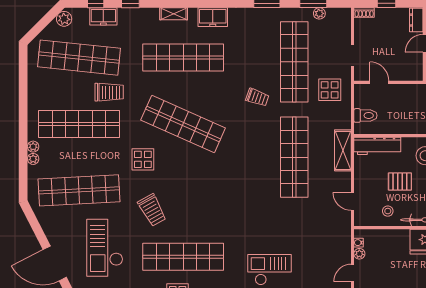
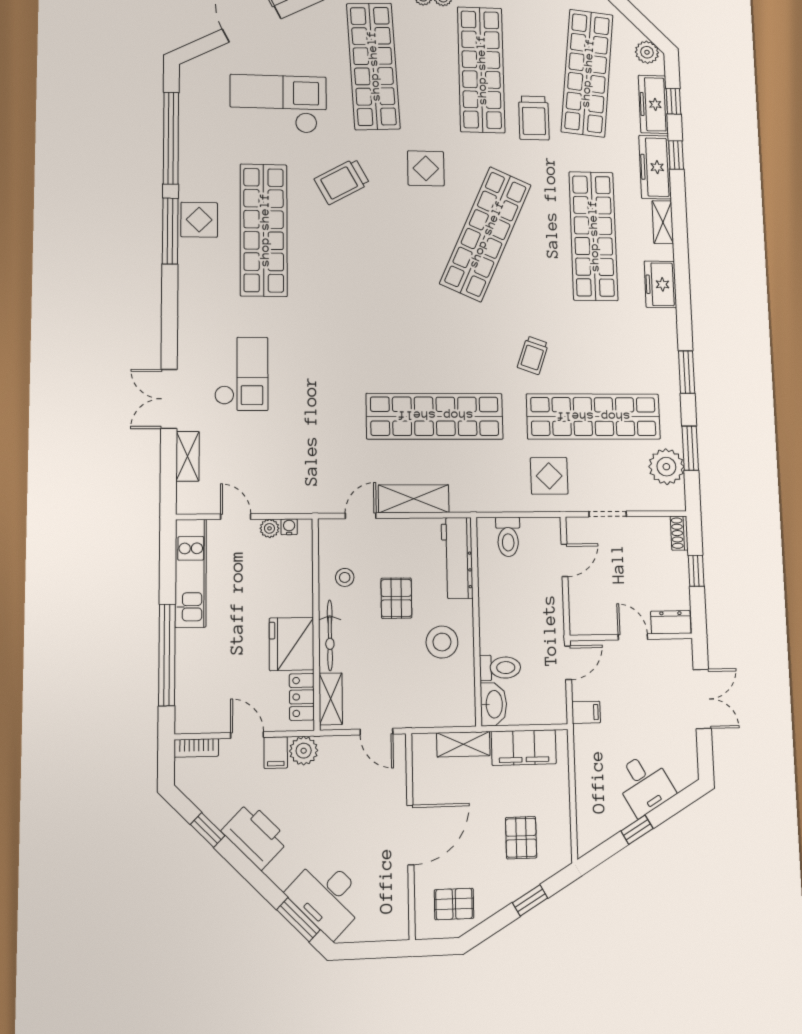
plant: (319, 13) -> (666, 467), width x1.88, depth x1.88
freezer: (103, 16) -> (653, 104), width x1.40
freezer: (139, 17) -> (655, 167), added
shelving: (343, 150) -> (414, 499), moved

